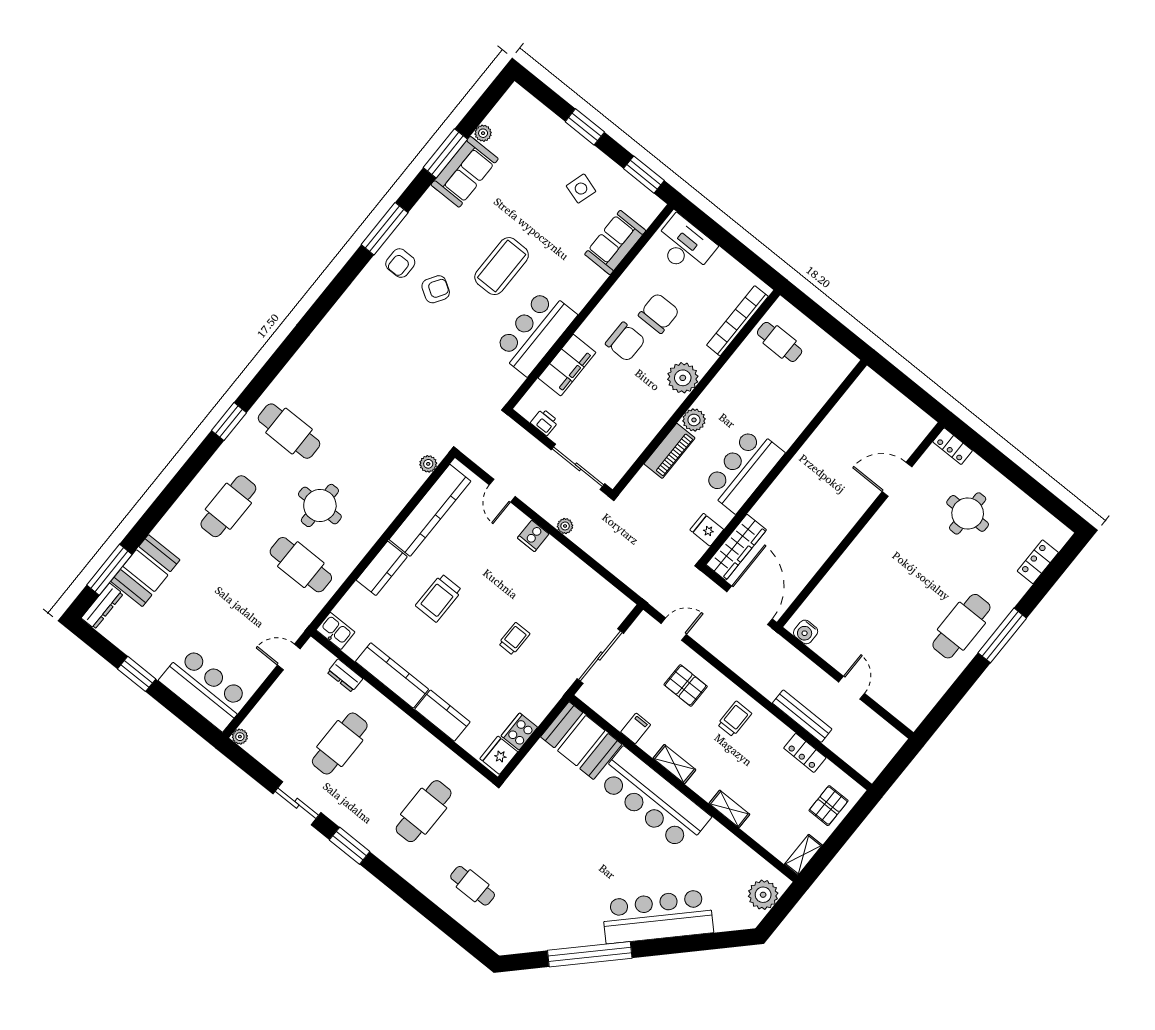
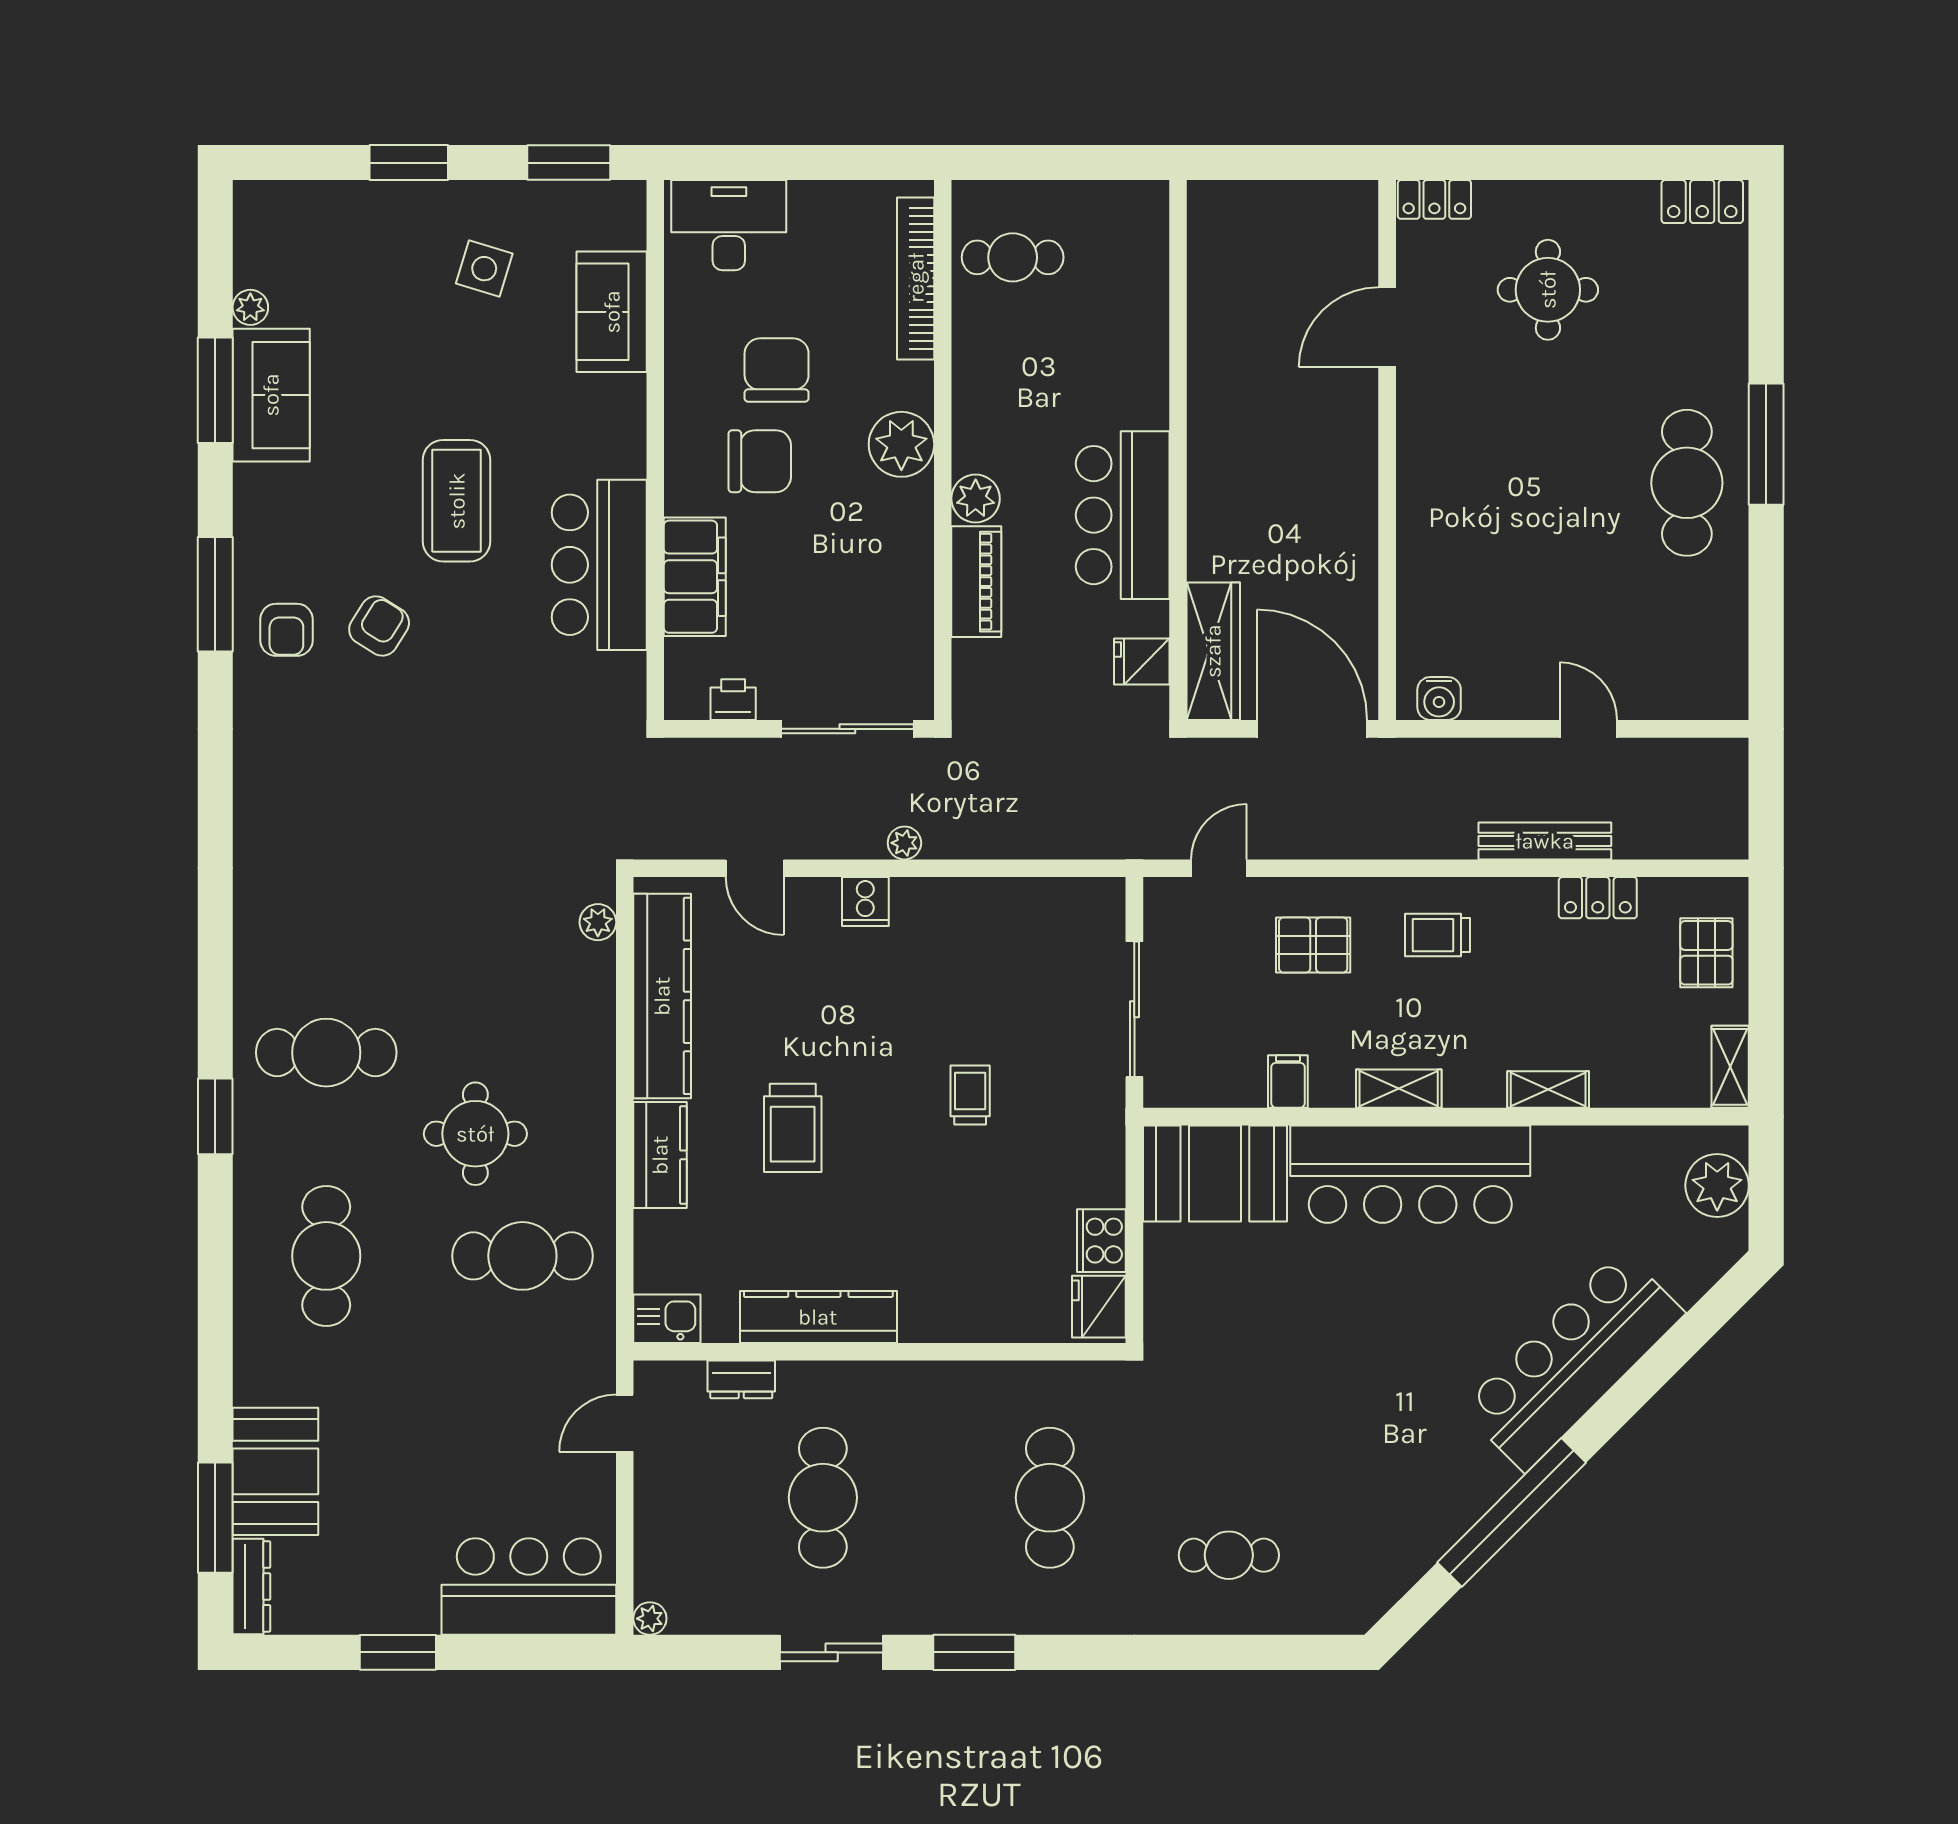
locker: (1038, 562) -> (1702, 202), moved, turned -90
kitchen counter: (442, 716) -> (954, 1316), removed
trolley: (735, 719) -> (1438, 935), turned -90

